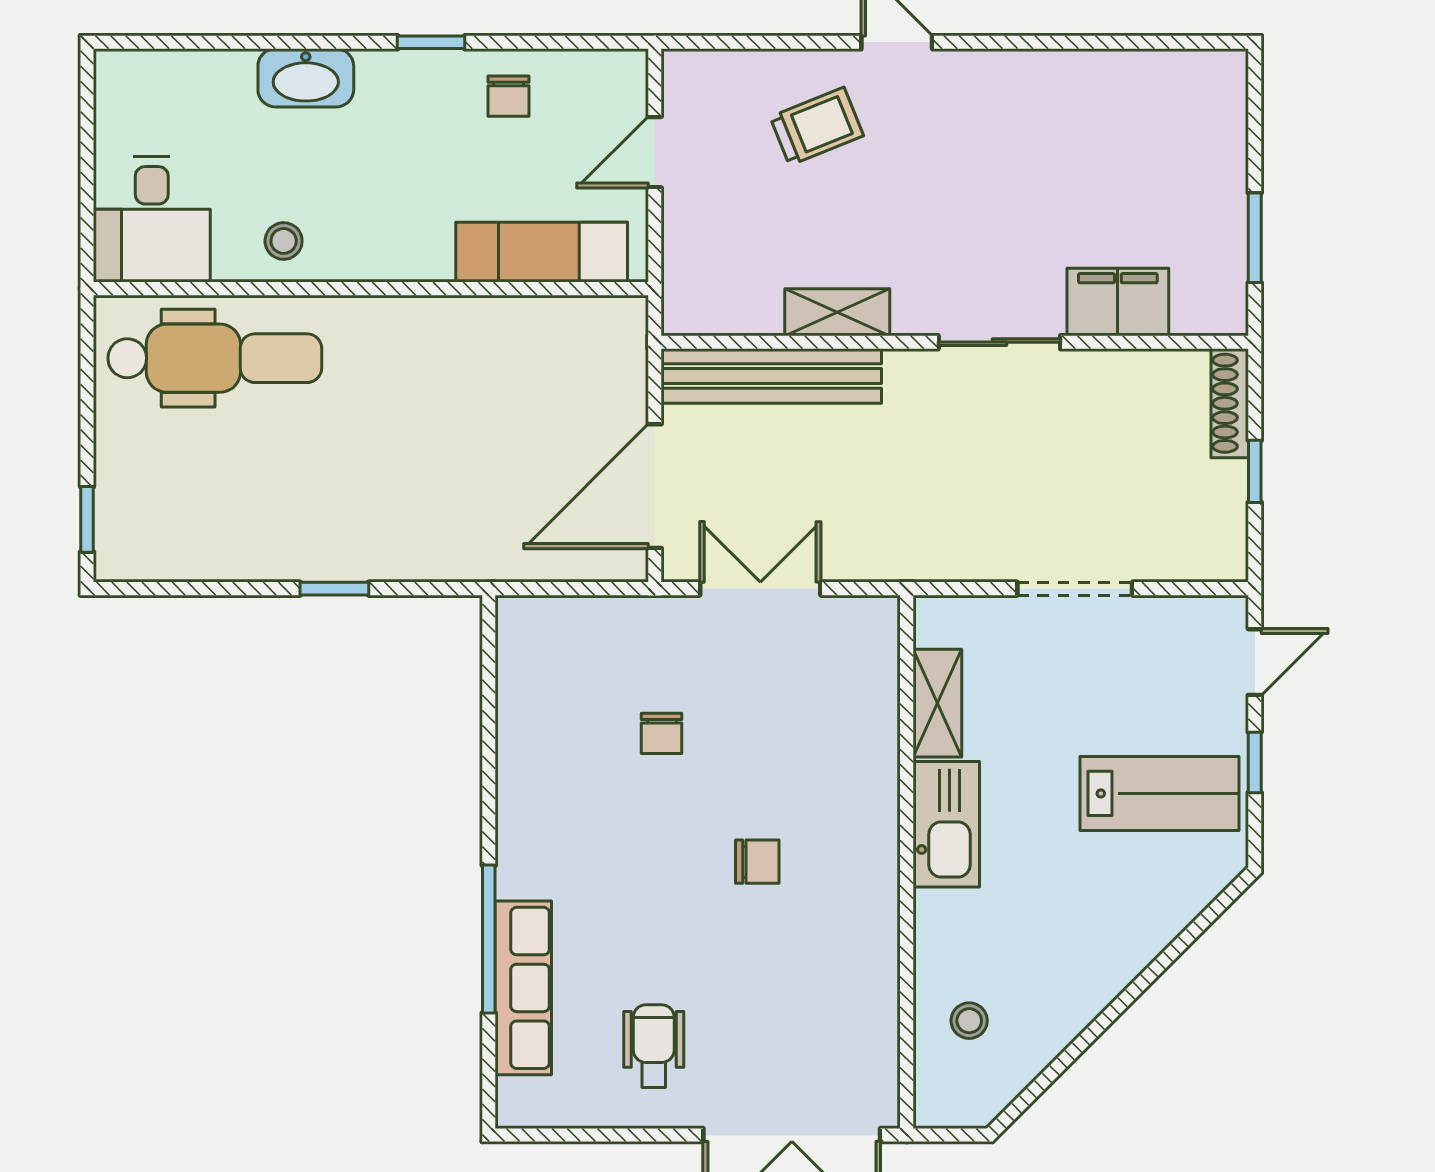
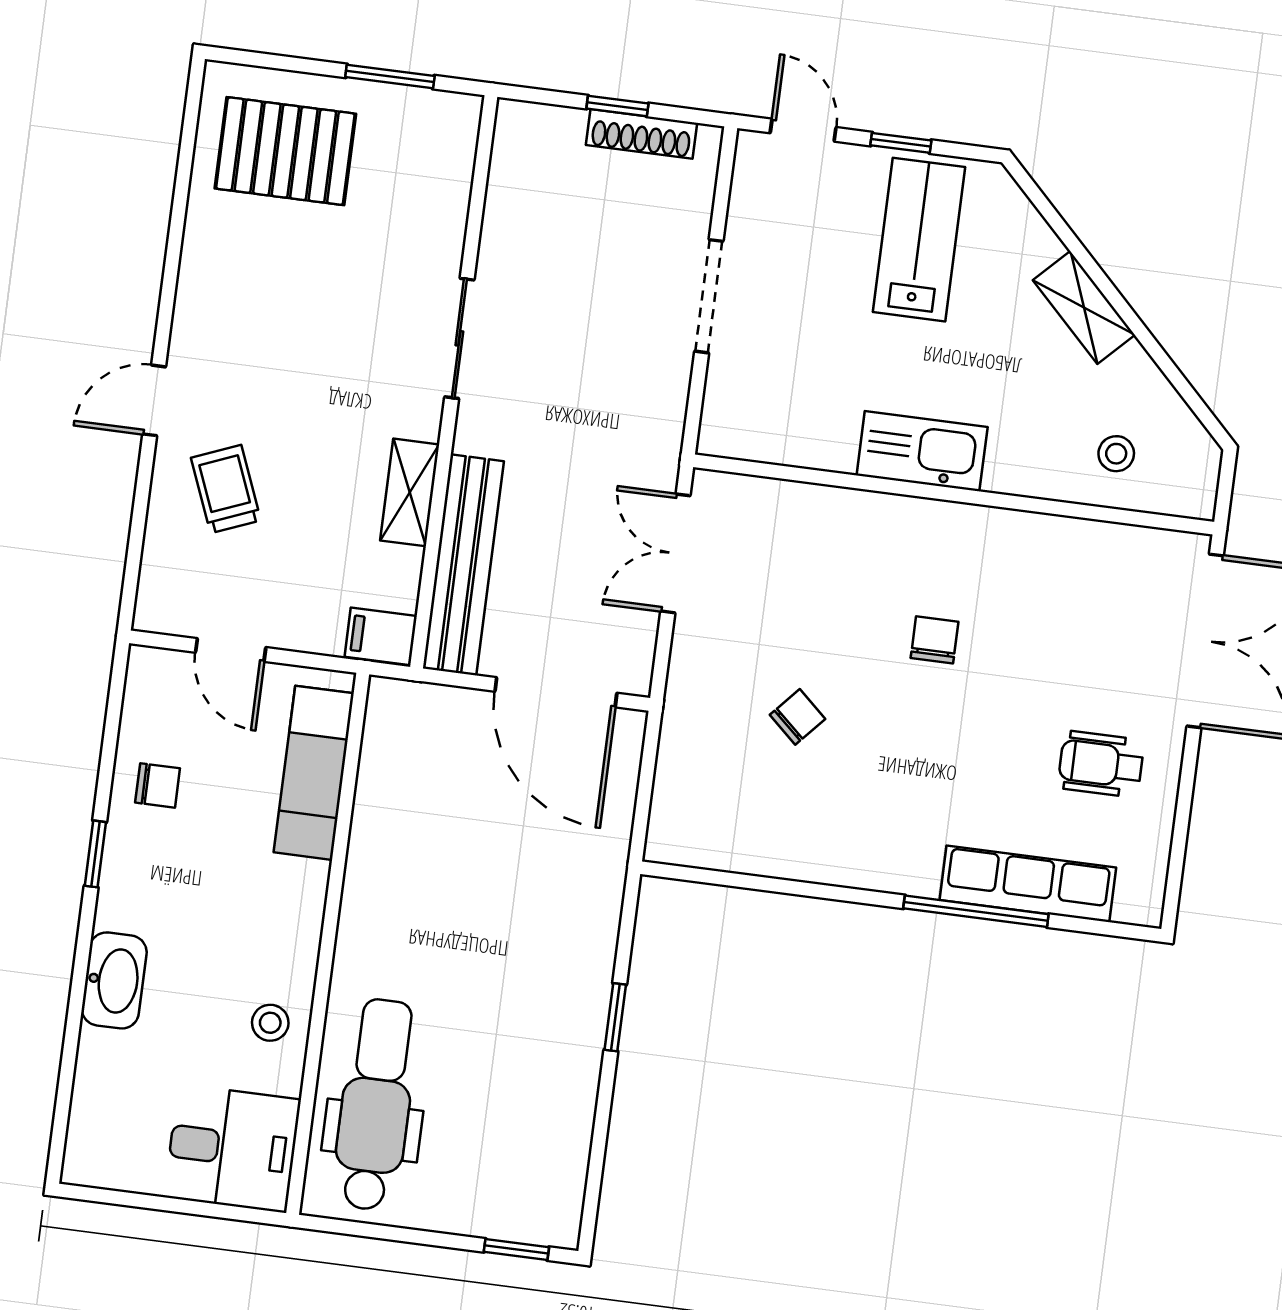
pallet: (1166, 142) -> (285, 151), added
filing cabinet: (1118, 302) -> (381, 636), moved, width x0.50
shoe rack: (1230, 403) -> (642, 134), moved
double door: (760, 589) -> (675, 553), moved
shelving: (937, 703) -> (1084, 308), moved, turned 45
chair: (662, 733) -> (798, 717), turned -48

